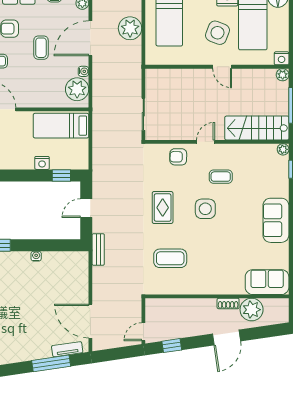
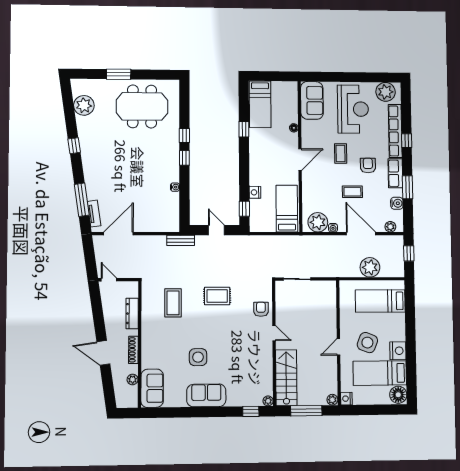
coffee table: (221, 177) -> (244, 346), removed
side table: (205, 209) -> (198, 357), moved
shoe rack: (228, 303) -> (133, 350), width x1.43
dresser: (182, 305) -> (132, 314), added
plant: (252, 310) -> (133, 379), width x0.53, depth x0.53
window: (172, 346) -> (97, 305), removed

